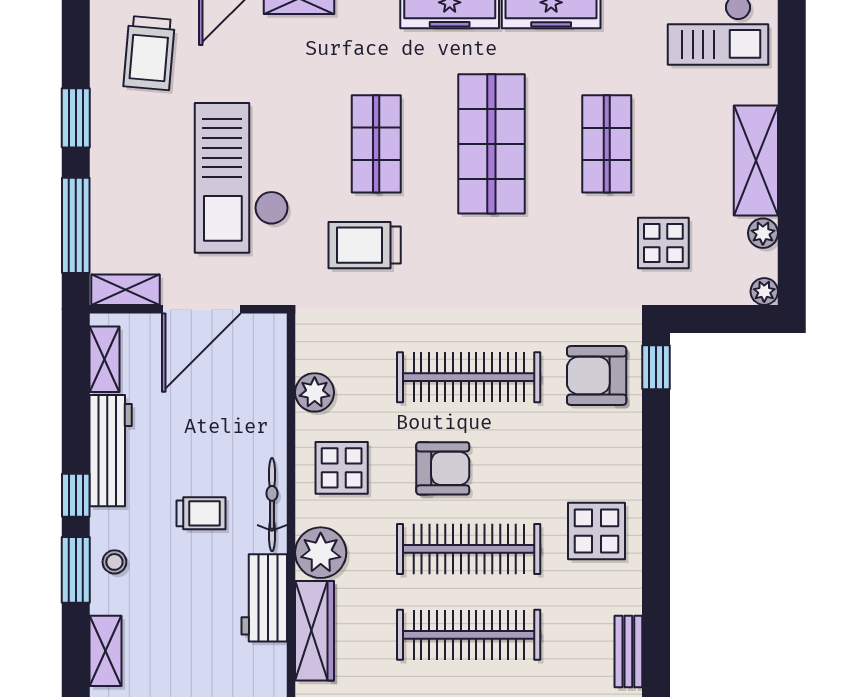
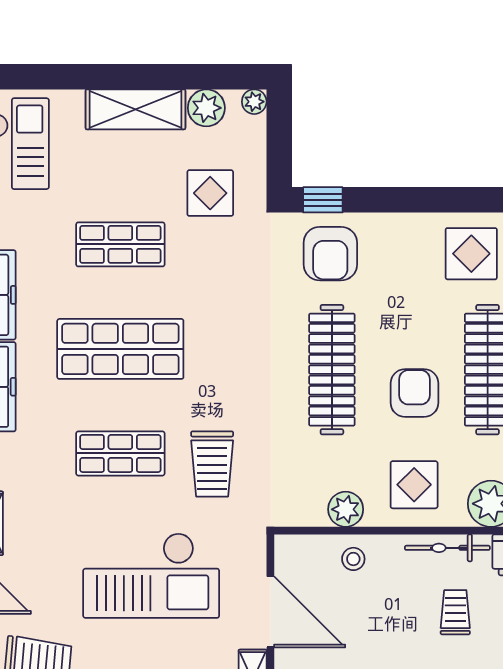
plant: (763, 233) -> (206, 108), width x1.38, depth x1.38
stool: (260, 401) -> (353, 559), added

